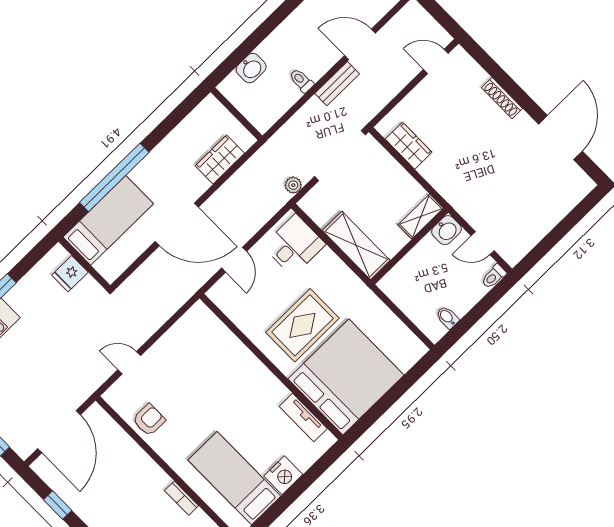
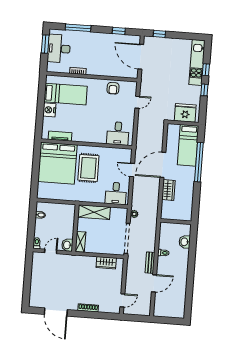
wardrobe: (220, 159) -> (168, 190), moved
fridge: (70, 274) -> (185, 113), width x1.88, depth x1.34
desk: (205, 340) -> (118, 133), added

